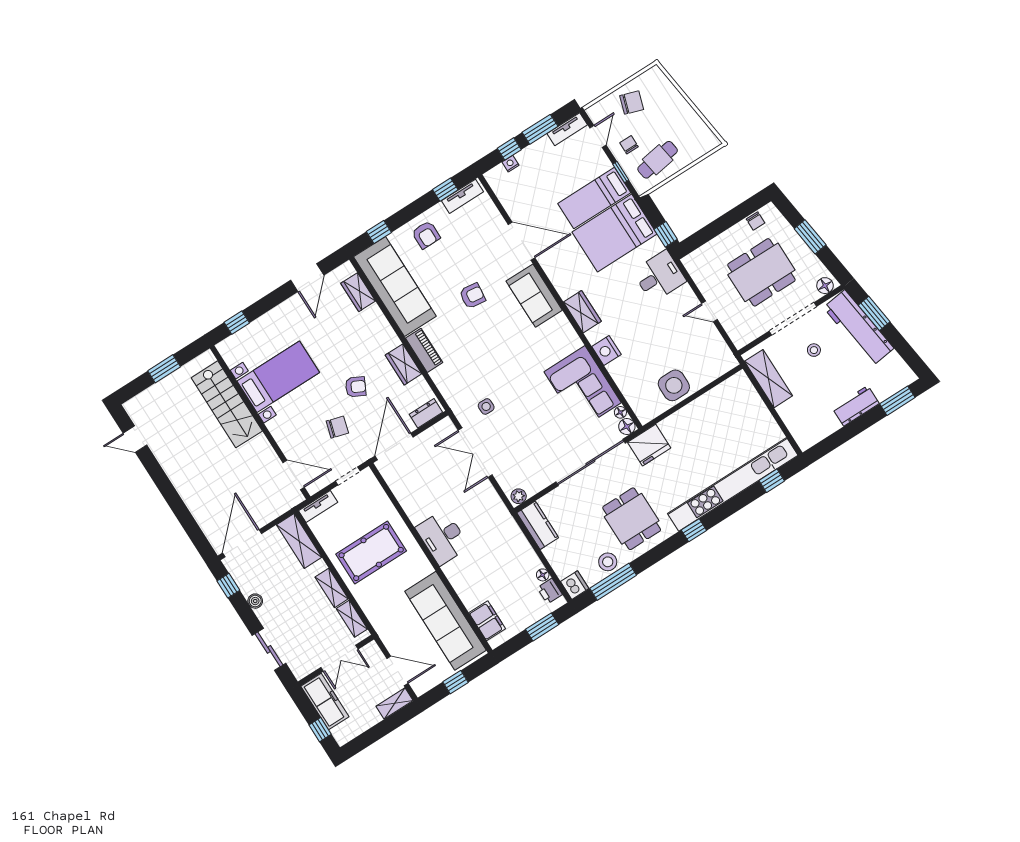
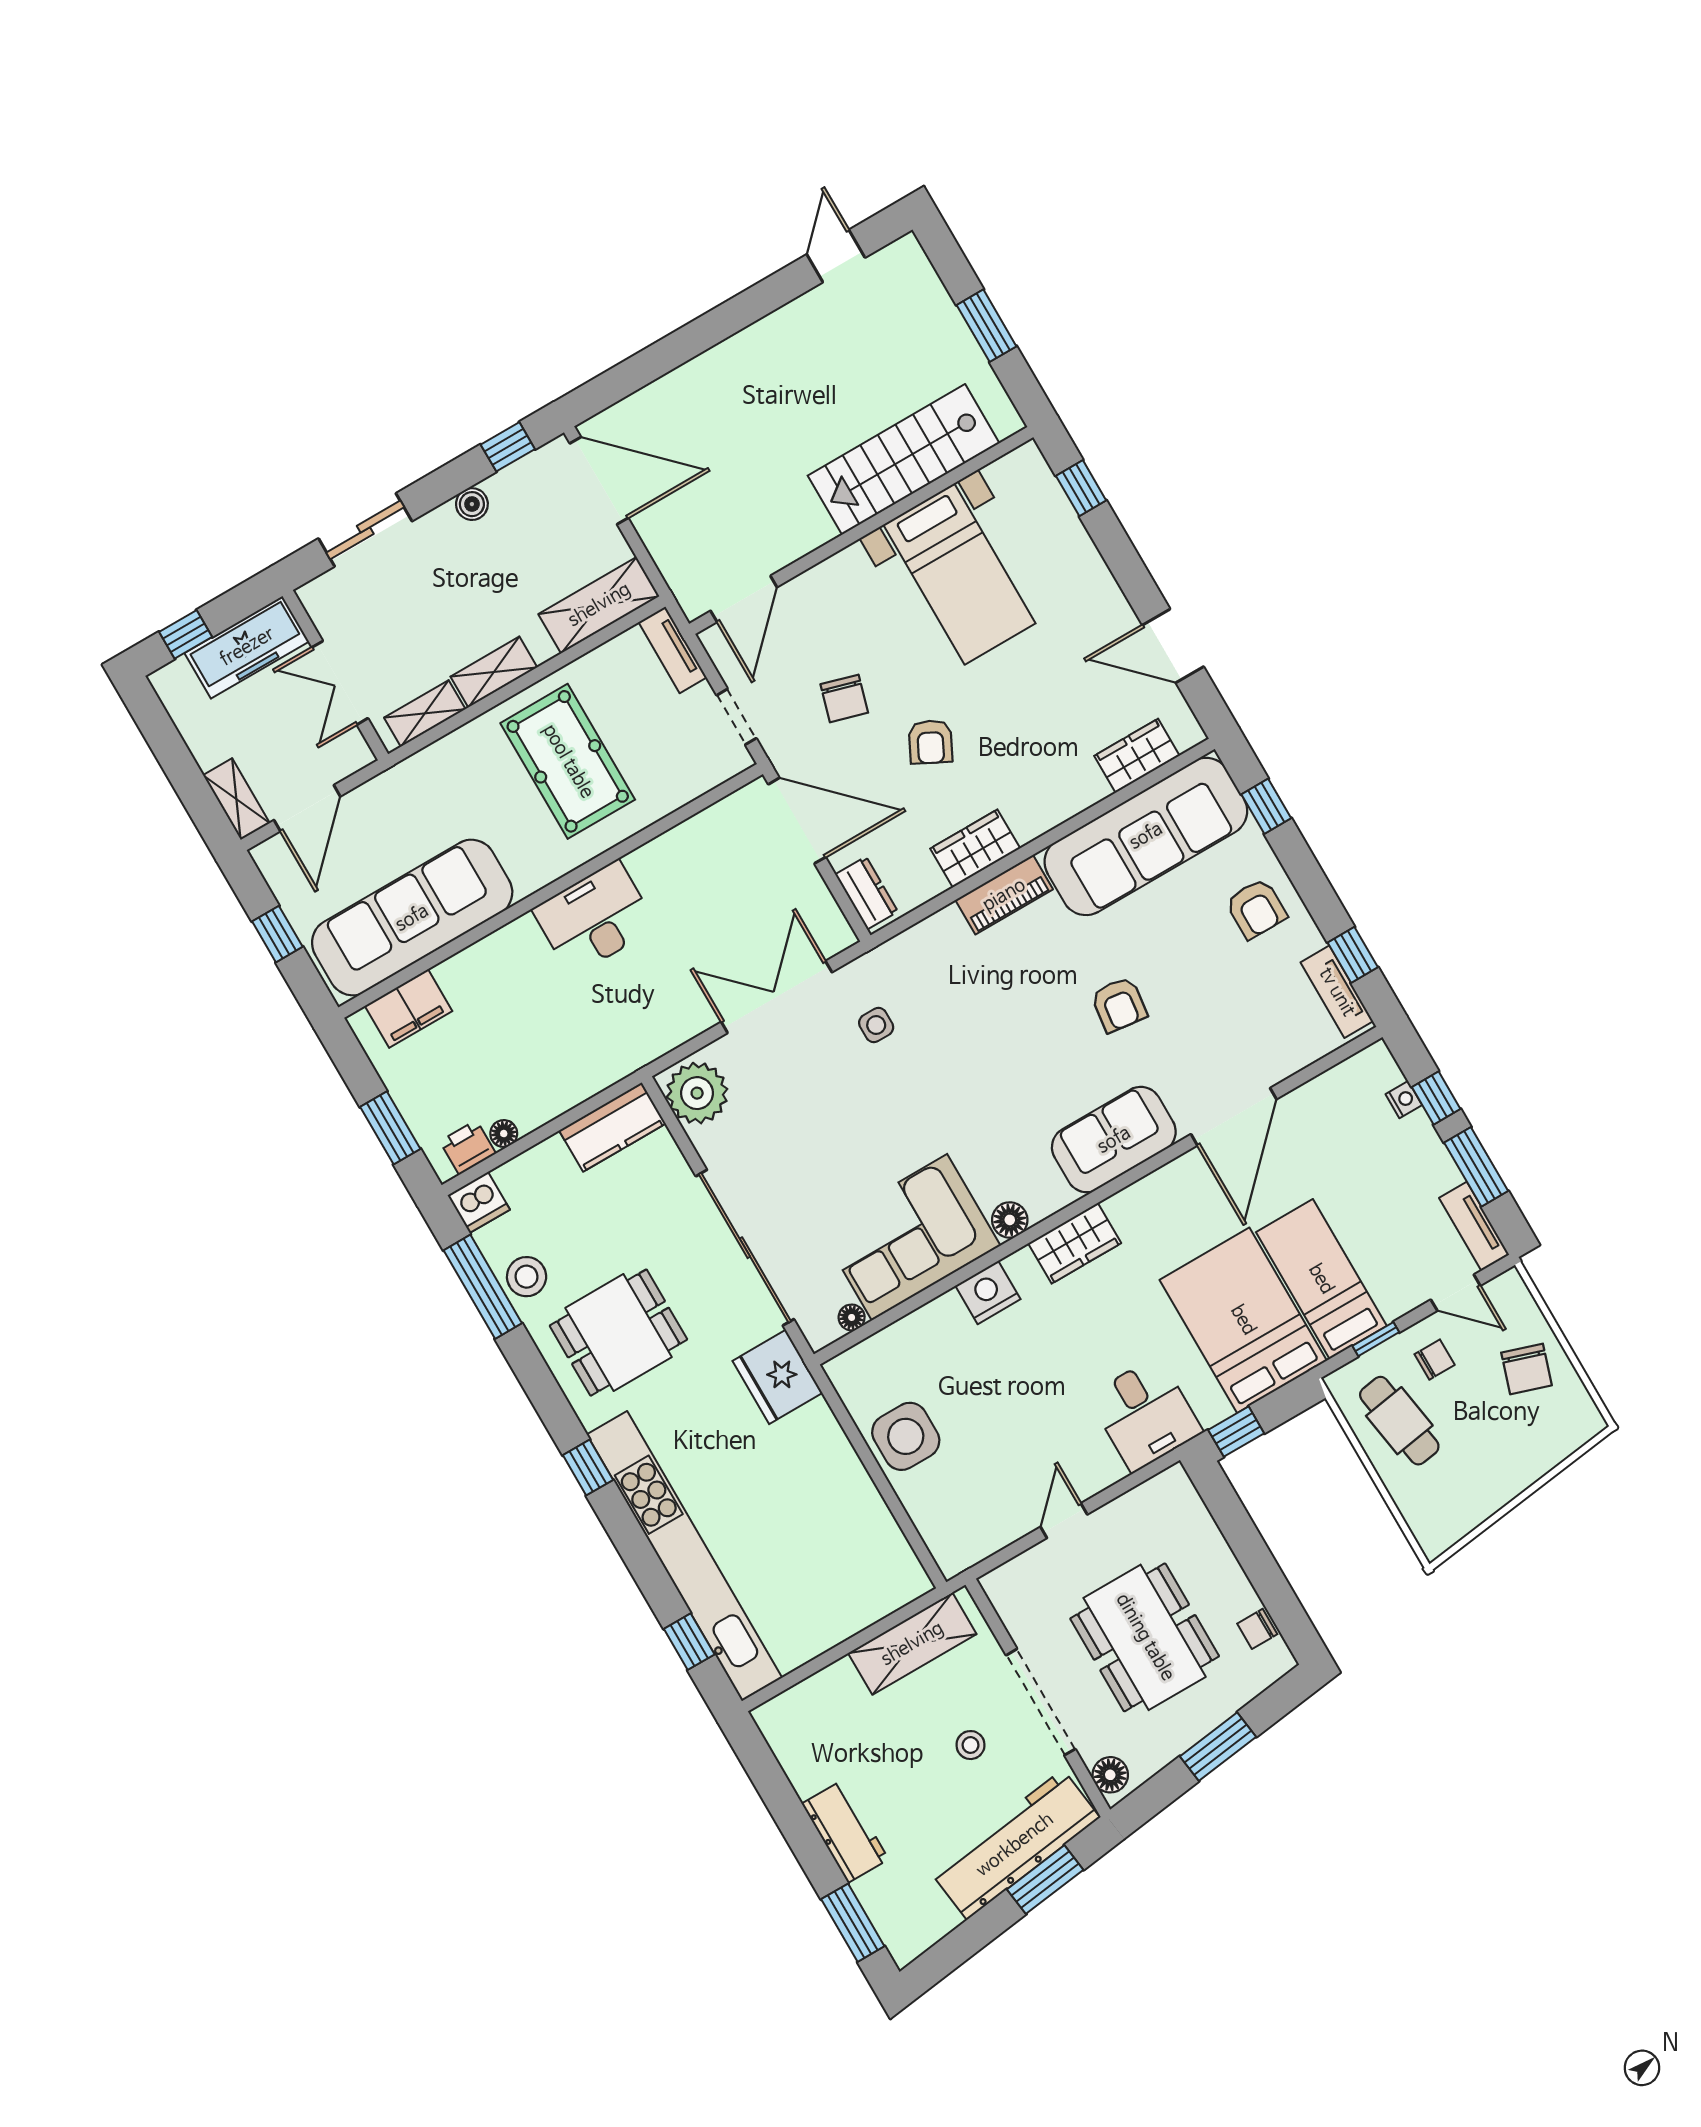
armchair: (426, 235) -> (1256, 909), turned -90
floor lamp: (627, 427) -> (1010, 1220), moved
plant: (519, 496) -> (697, 1093), width x1.87, depth x1.87

